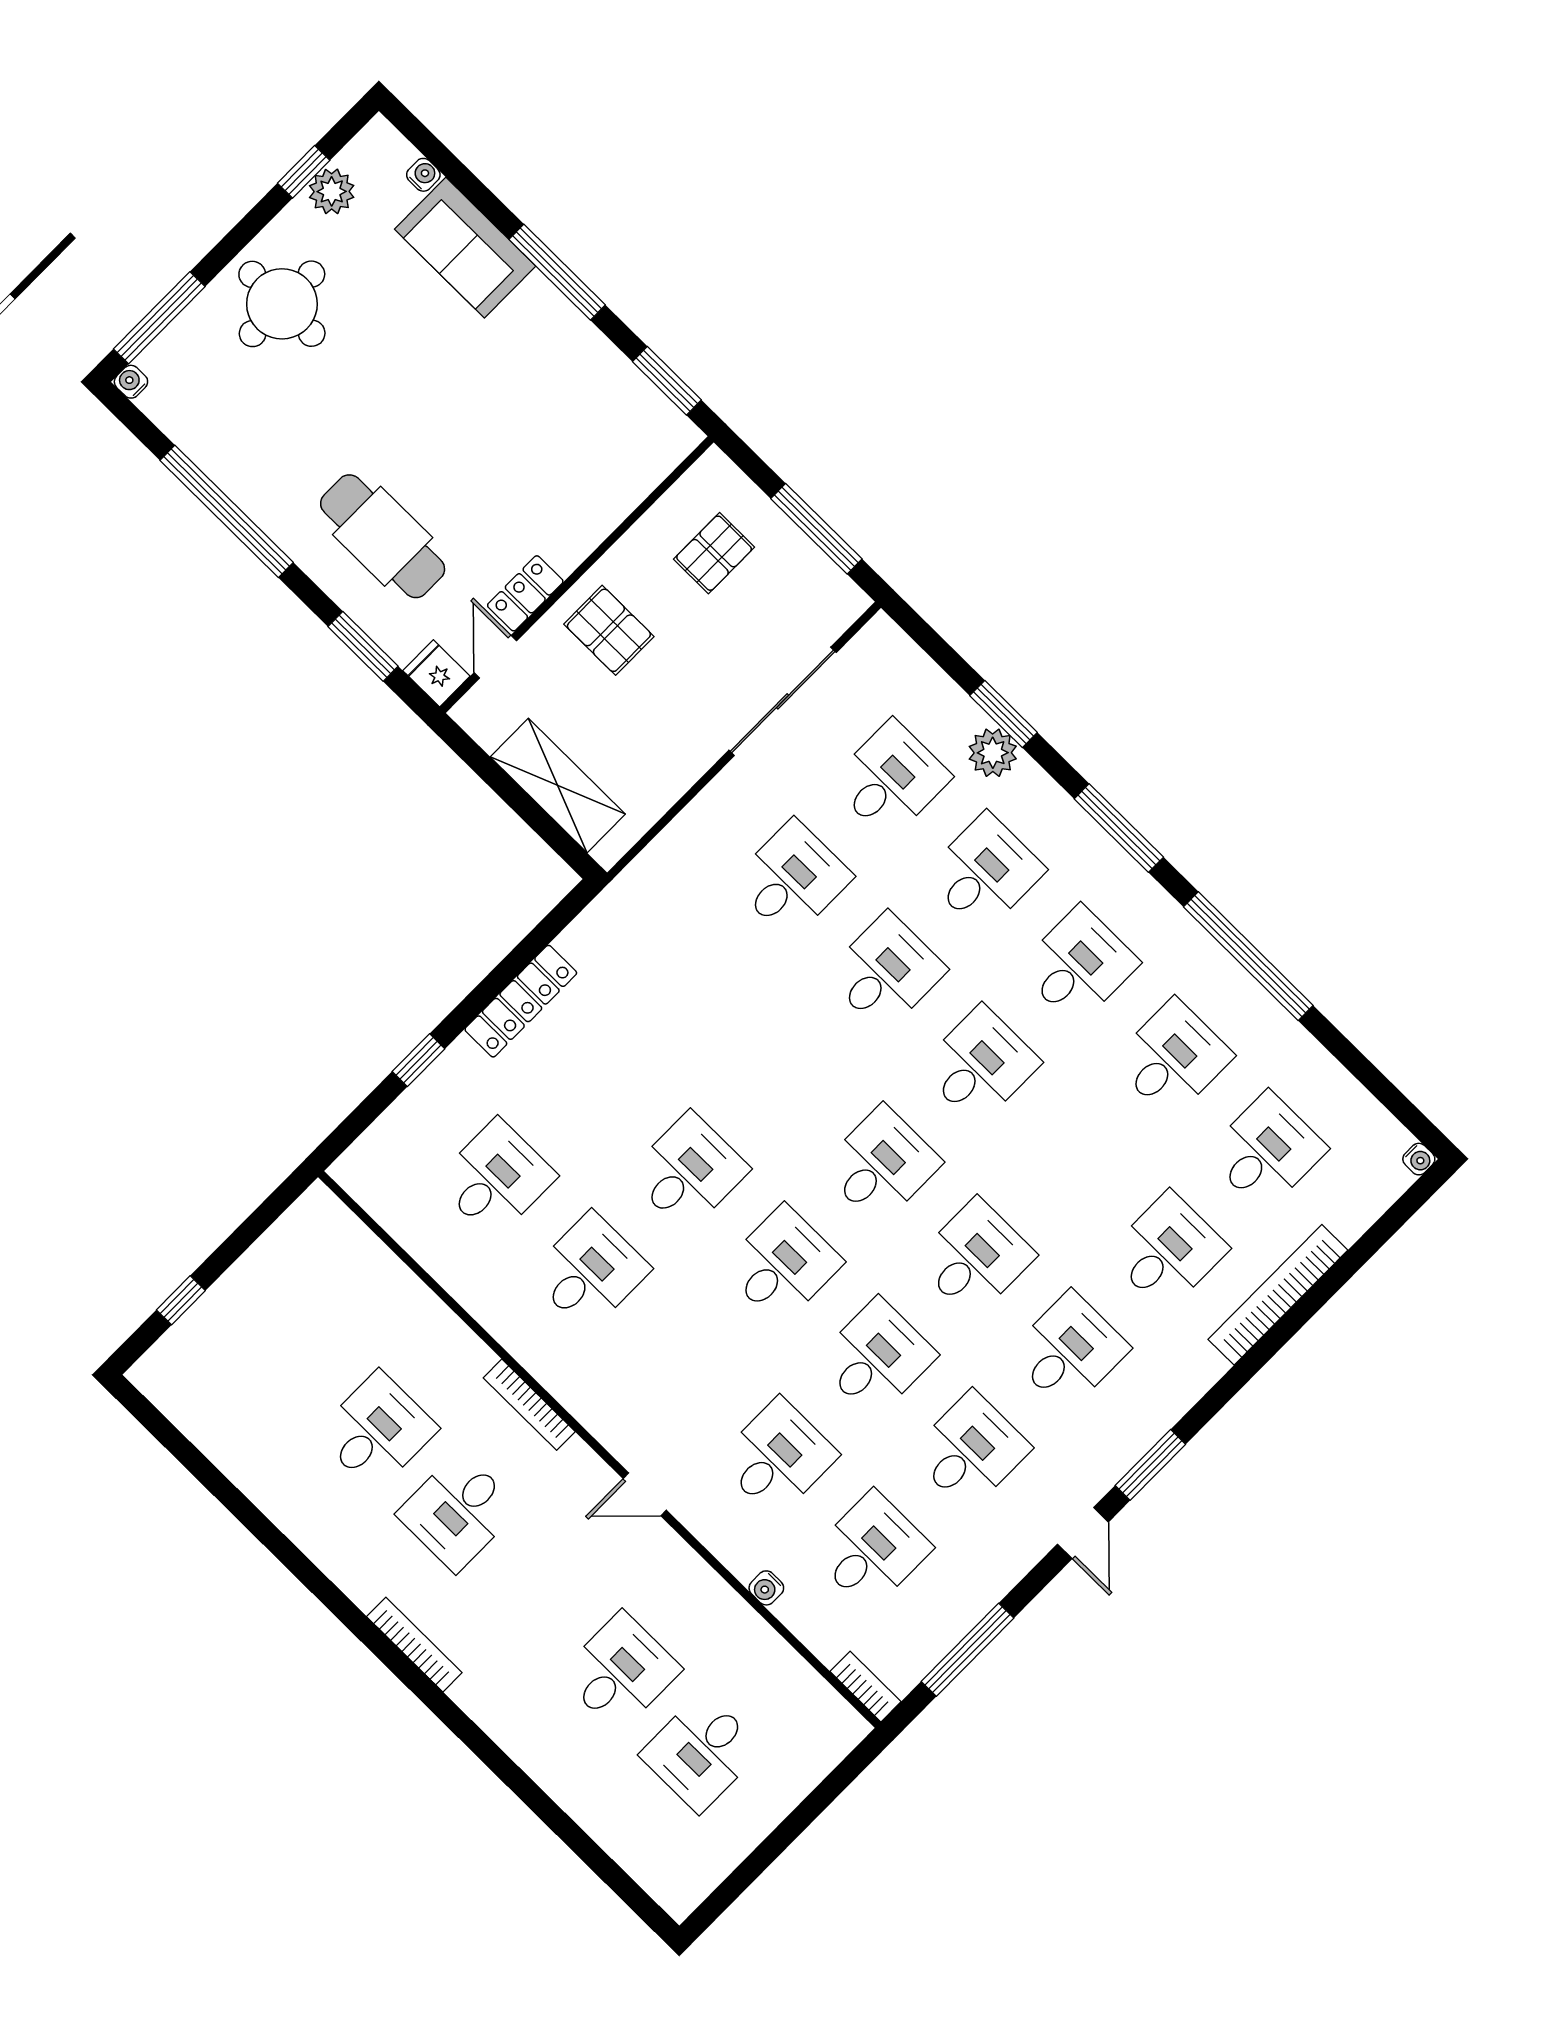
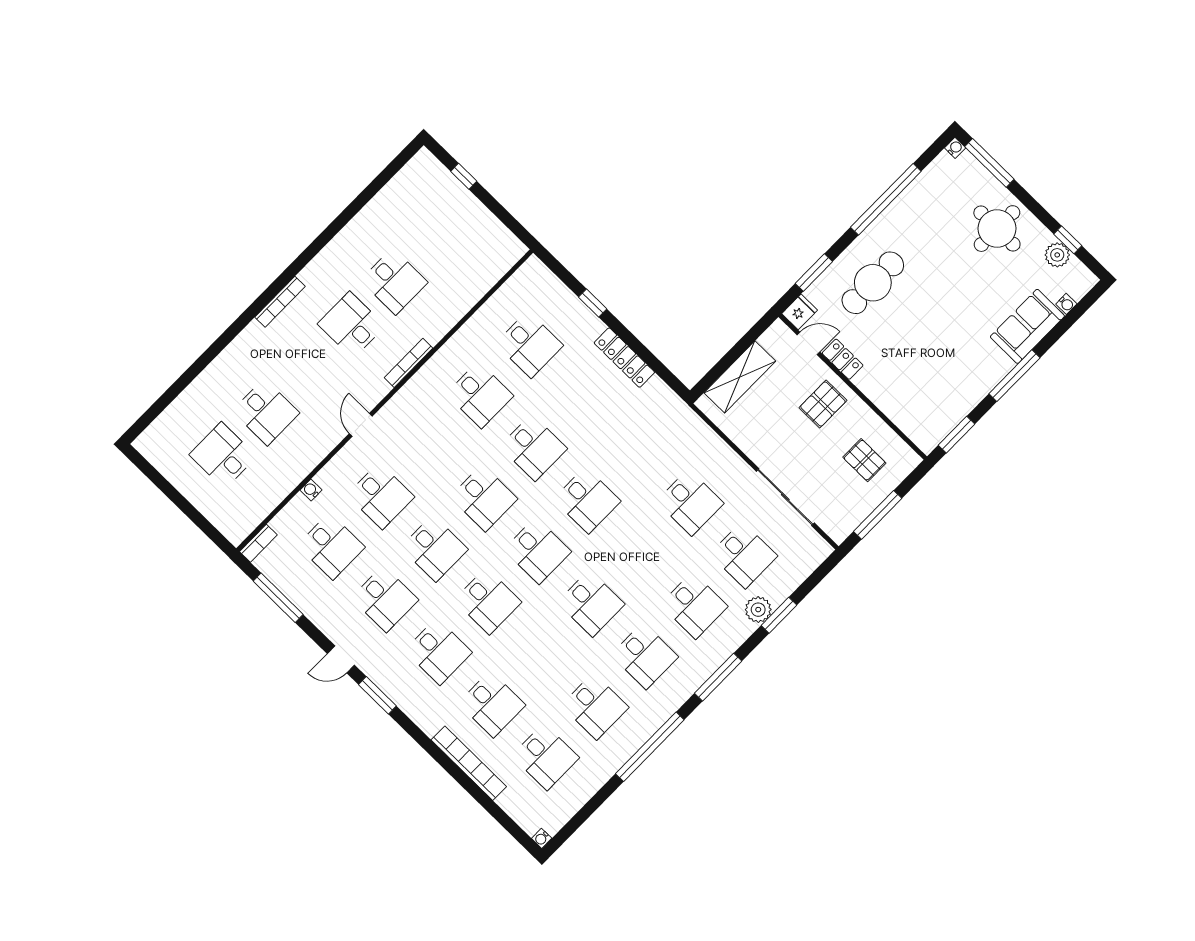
desk: (886, 972) -> (587, 500), moved

